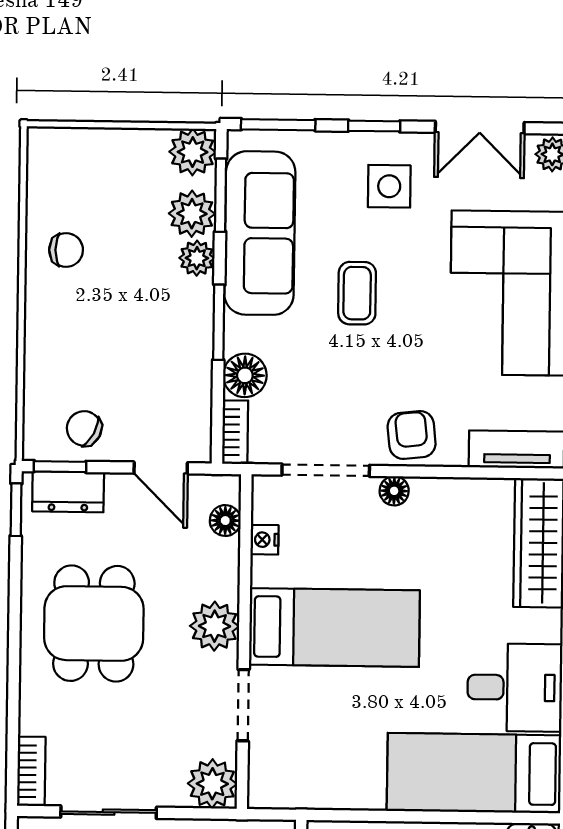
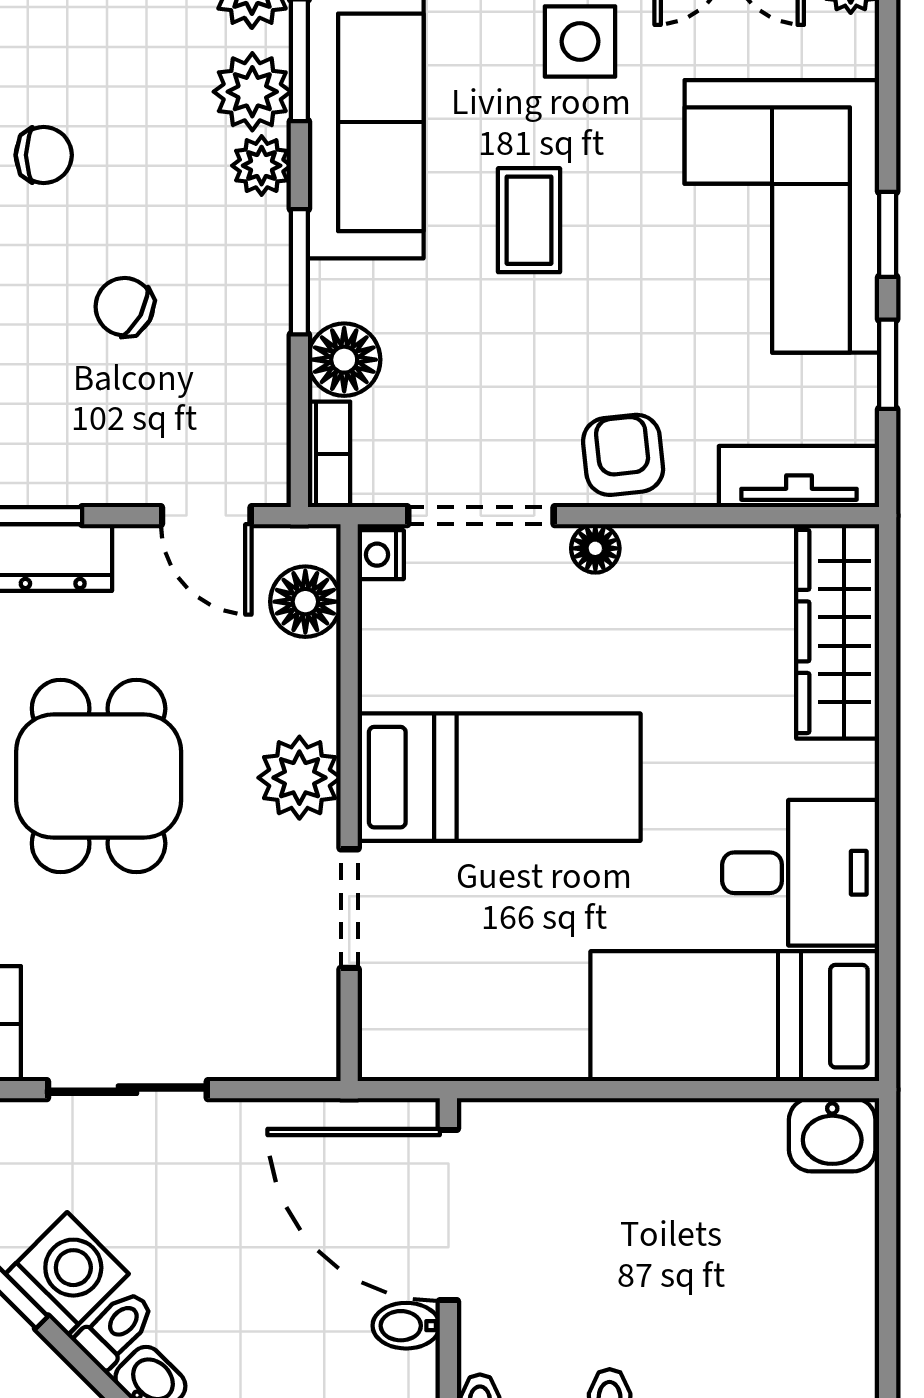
chair: (84, 428) -> (124, 307), moved
floor lamp: (225, 521) -> (305, 602), width x1.37, depth x1.37
nightstand: (265, 540) -> (381, 555), moved
plant: (212, 784) -> (300, 1040), removed

